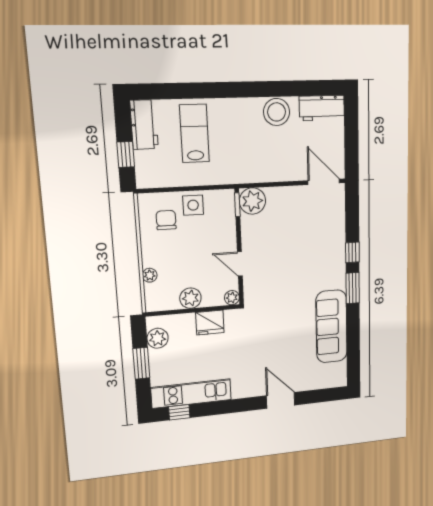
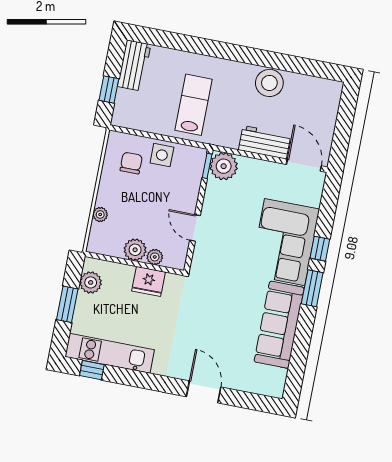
workbench: (322, 108) -> (265, 142), moved, turned 180
lab bench: (194, 133) -> (193, 105), moved
corner sofa: (321, 255) -> (285, 242), added
plant: (232, 298) -> (155, 257), moved

